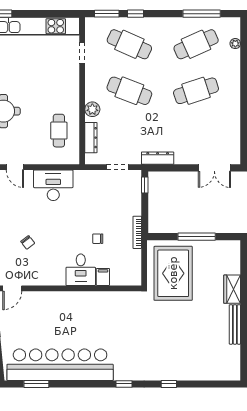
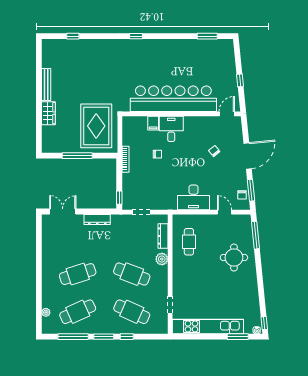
window: (107, 14) -> (104, 337), moved
dresser: (158, 158) -> (97, 219), moved
bar counter: (60, 365) -> (173, 99), moved, turned 180
window: (169, 384) -> (73, 36), moved

